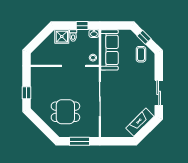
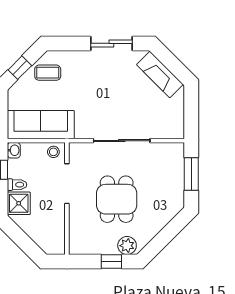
plant: (36, 102) -> (127, 246), added
dining table: (65, 112) -> (117, 199), moved

